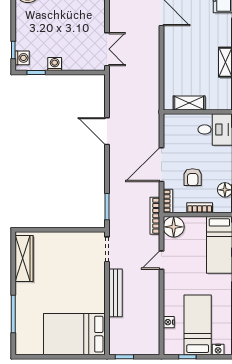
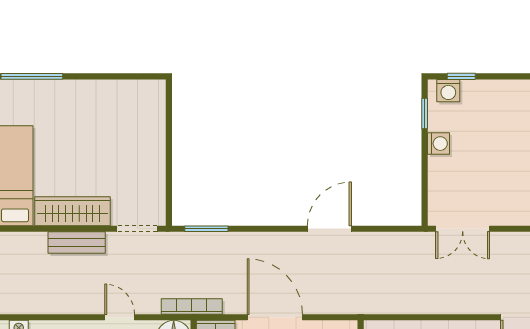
wardrobe: (24, 258) -> (72, 211), moved, turned 180
bench: (116, 293) -> (77, 243), width x0.73

